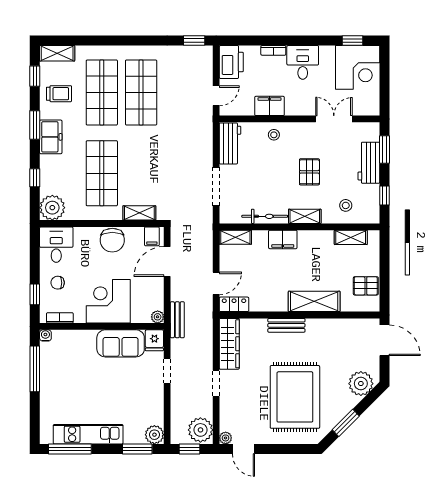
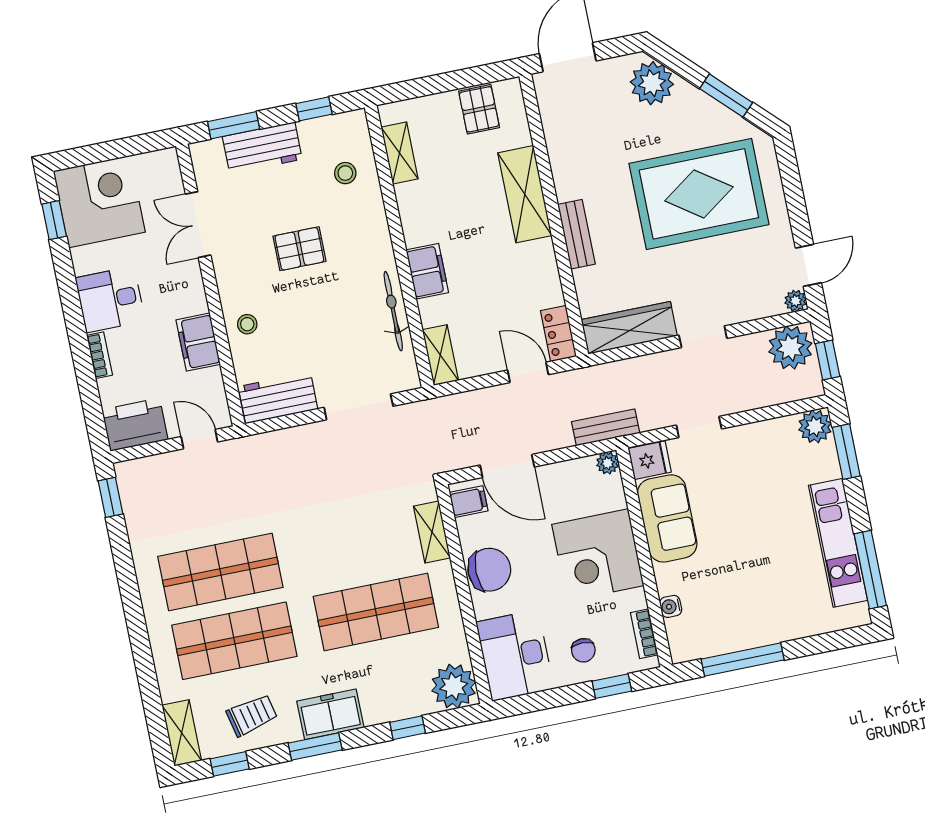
trolley: (59, 94) -> (252, 715), turned 77
shelving: (305, 216) -> (379, 241), removed
desk: (56, 245) -> (515, 655), width x1.37
water cooler: (45, 335) -> (671, 606), moved

